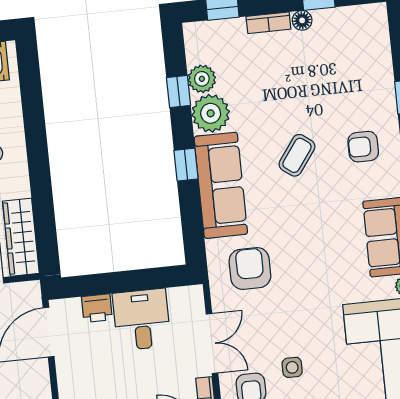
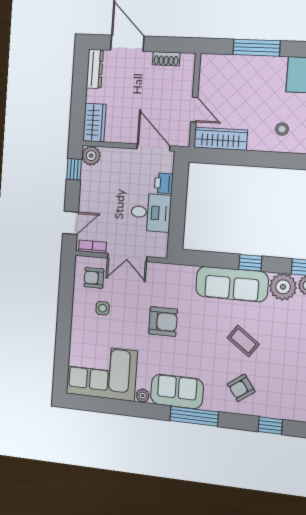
armchair: (363, 147) -> (241, 388), turned -126
armchair: (250, 268) -> (163, 322), moved

